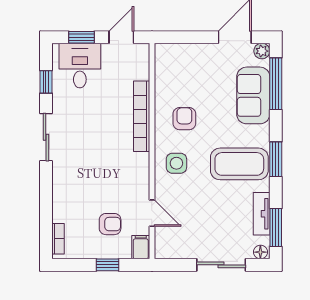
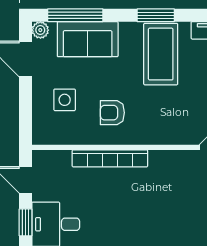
side table: (176, 163) -> (65, 100), moved

